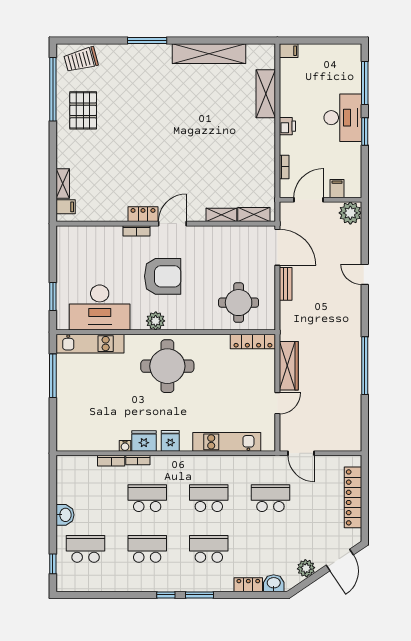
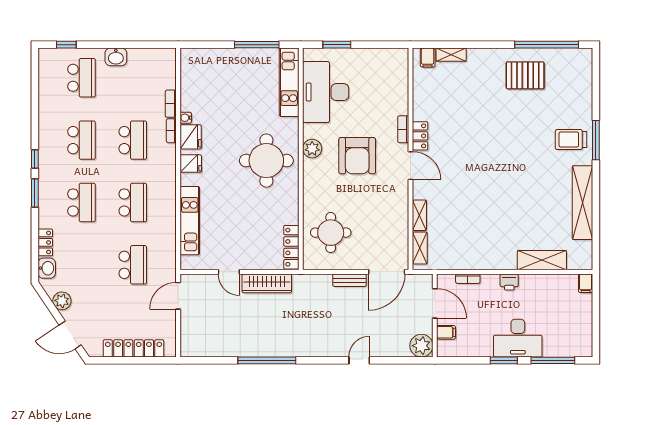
trolley: (81, 60) -> (571, 140), moved, turned -75

